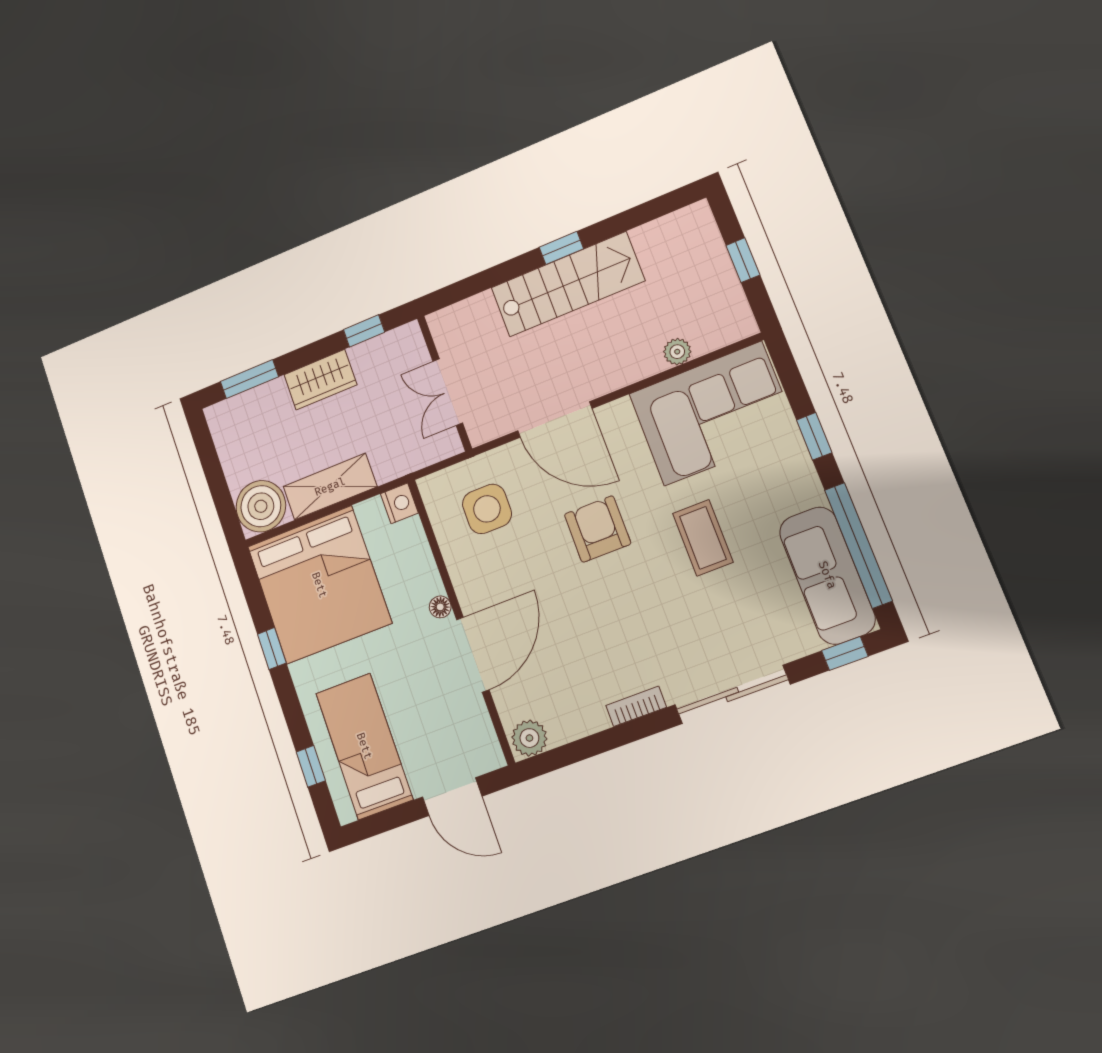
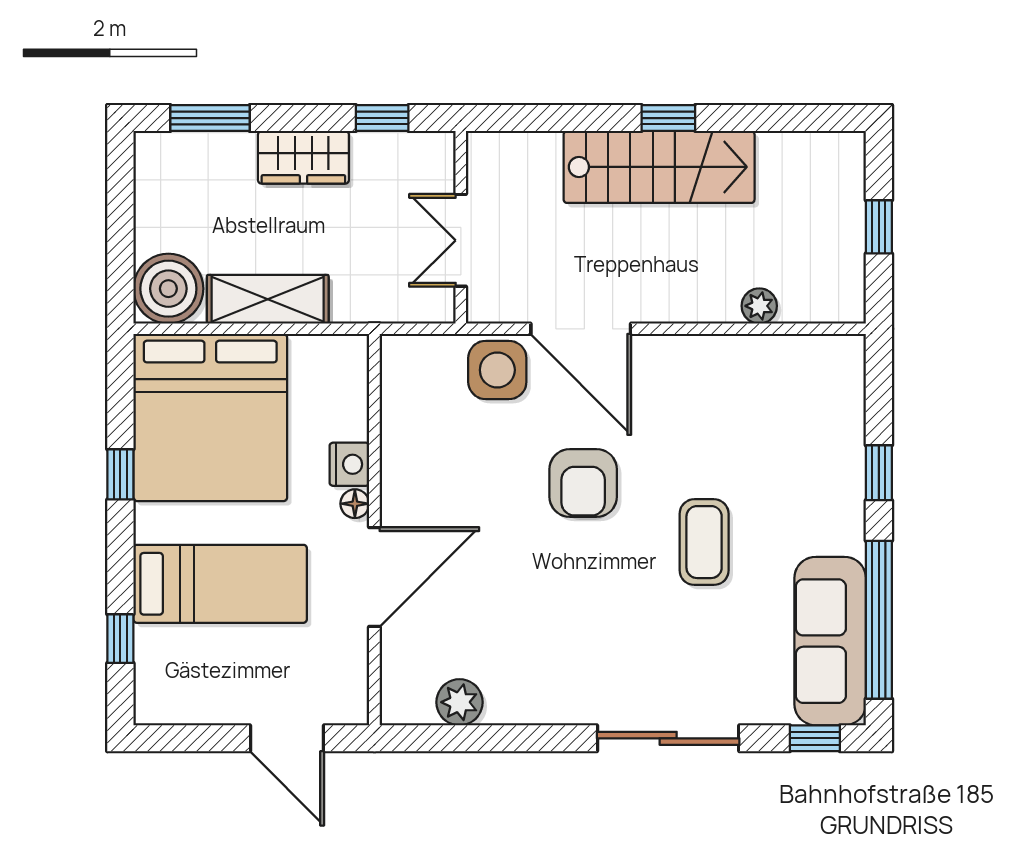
corner sofa: (713, 414) -> (773, 398), removed
nightstand: (399, 503) -> (349, 464), moved
side table: (487, 509) -> (497, 370), moved
armchair: (598, 529) -> (583, 483), turned 180
bookcase: (636, 706) -> (550, 711), removed
plant: (529, 738) -> (459, 702), moved
bed: (364, 746) -> (220, 584), moved, turned 90

